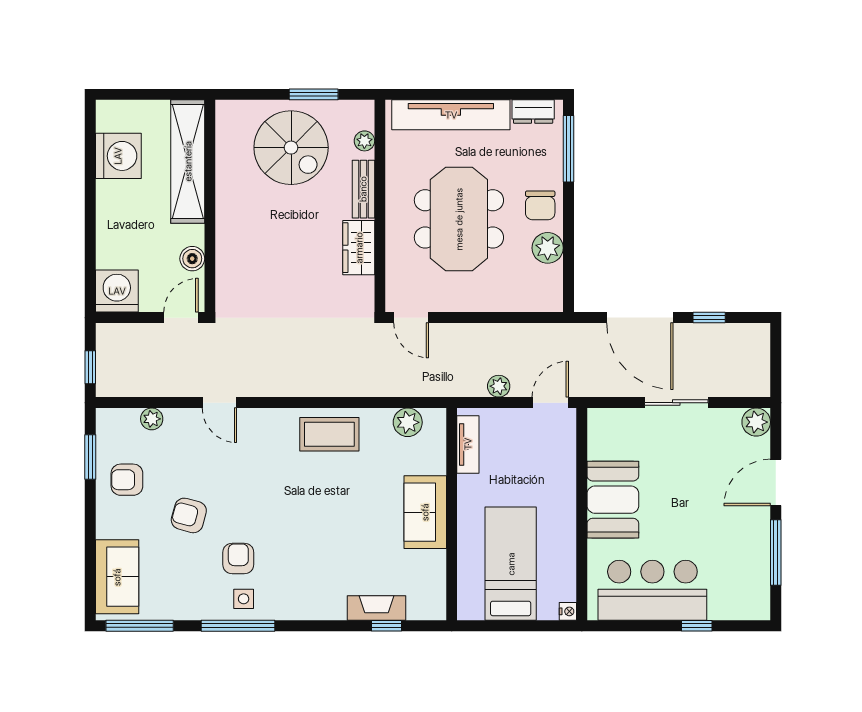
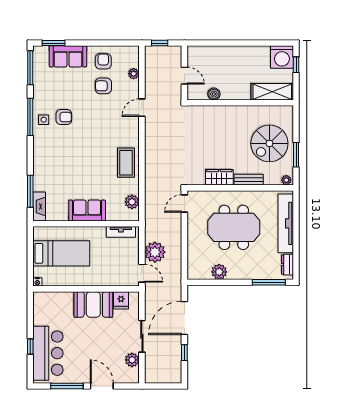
window: (134, 94) -> (296, 65), added
plant: (364, 141) -> (286, 180), moved
washing machine: (118, 156) -> (282, 57), moved
shelving: (188, 161) -> (272, 92), width x0.68
chair: (540, 205) -> (241, 268), removed
washing machine: (117, 291) -> (198, 56), removed
door: (181, 318) -> (184, 76), moved
plant: (499, 386) -> (155, 252), width x1.88, depth x1.88
plant: (756, 422) -> (132, 360), moved
fridge: (605, 444) -> (121, 300), added
window: (90, 457) -> (54, 43), moved
armchair: (189, 515) -> (103, 86), moved, turned -105
sofa: (117, 577) -> (68, 56), moved
bar counter: (652, 590) -> (48, 353), moved
fireplace: (376, 608) -> (39, 207), moved
window: (387, 626) -> (30, 191), width x2.17

